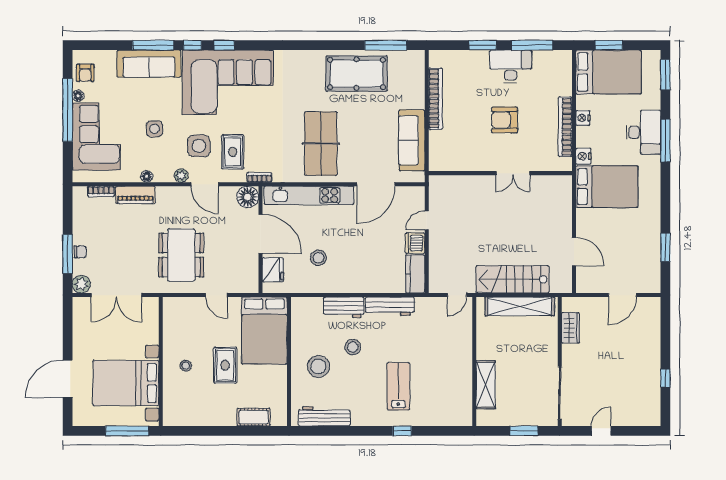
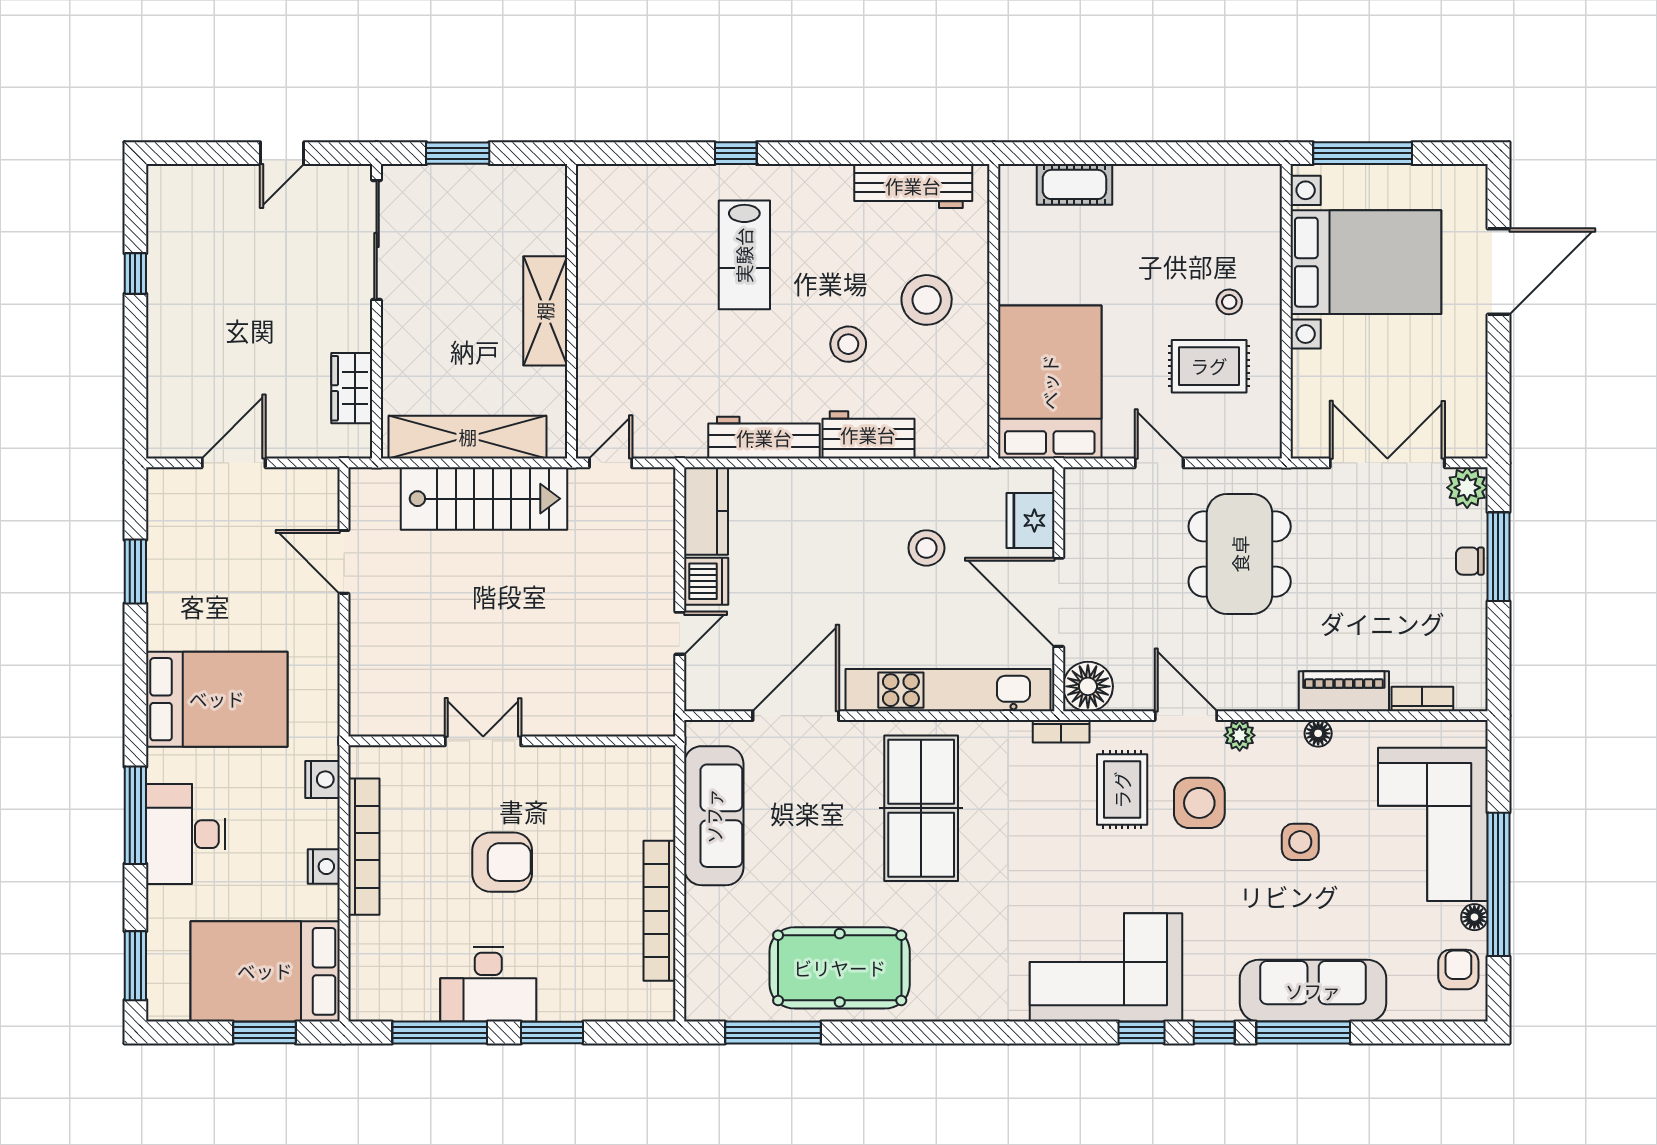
corner sofa: (228, 82) -> (1106, 967), width x0.73, depth x0.74
bed: (607, 187) -> (217, 699), moved, turned 180
rug: (225, 365) -> (1209, 366), moved, turned 90
shelving: (486, 385) -> (545, 311), moved

